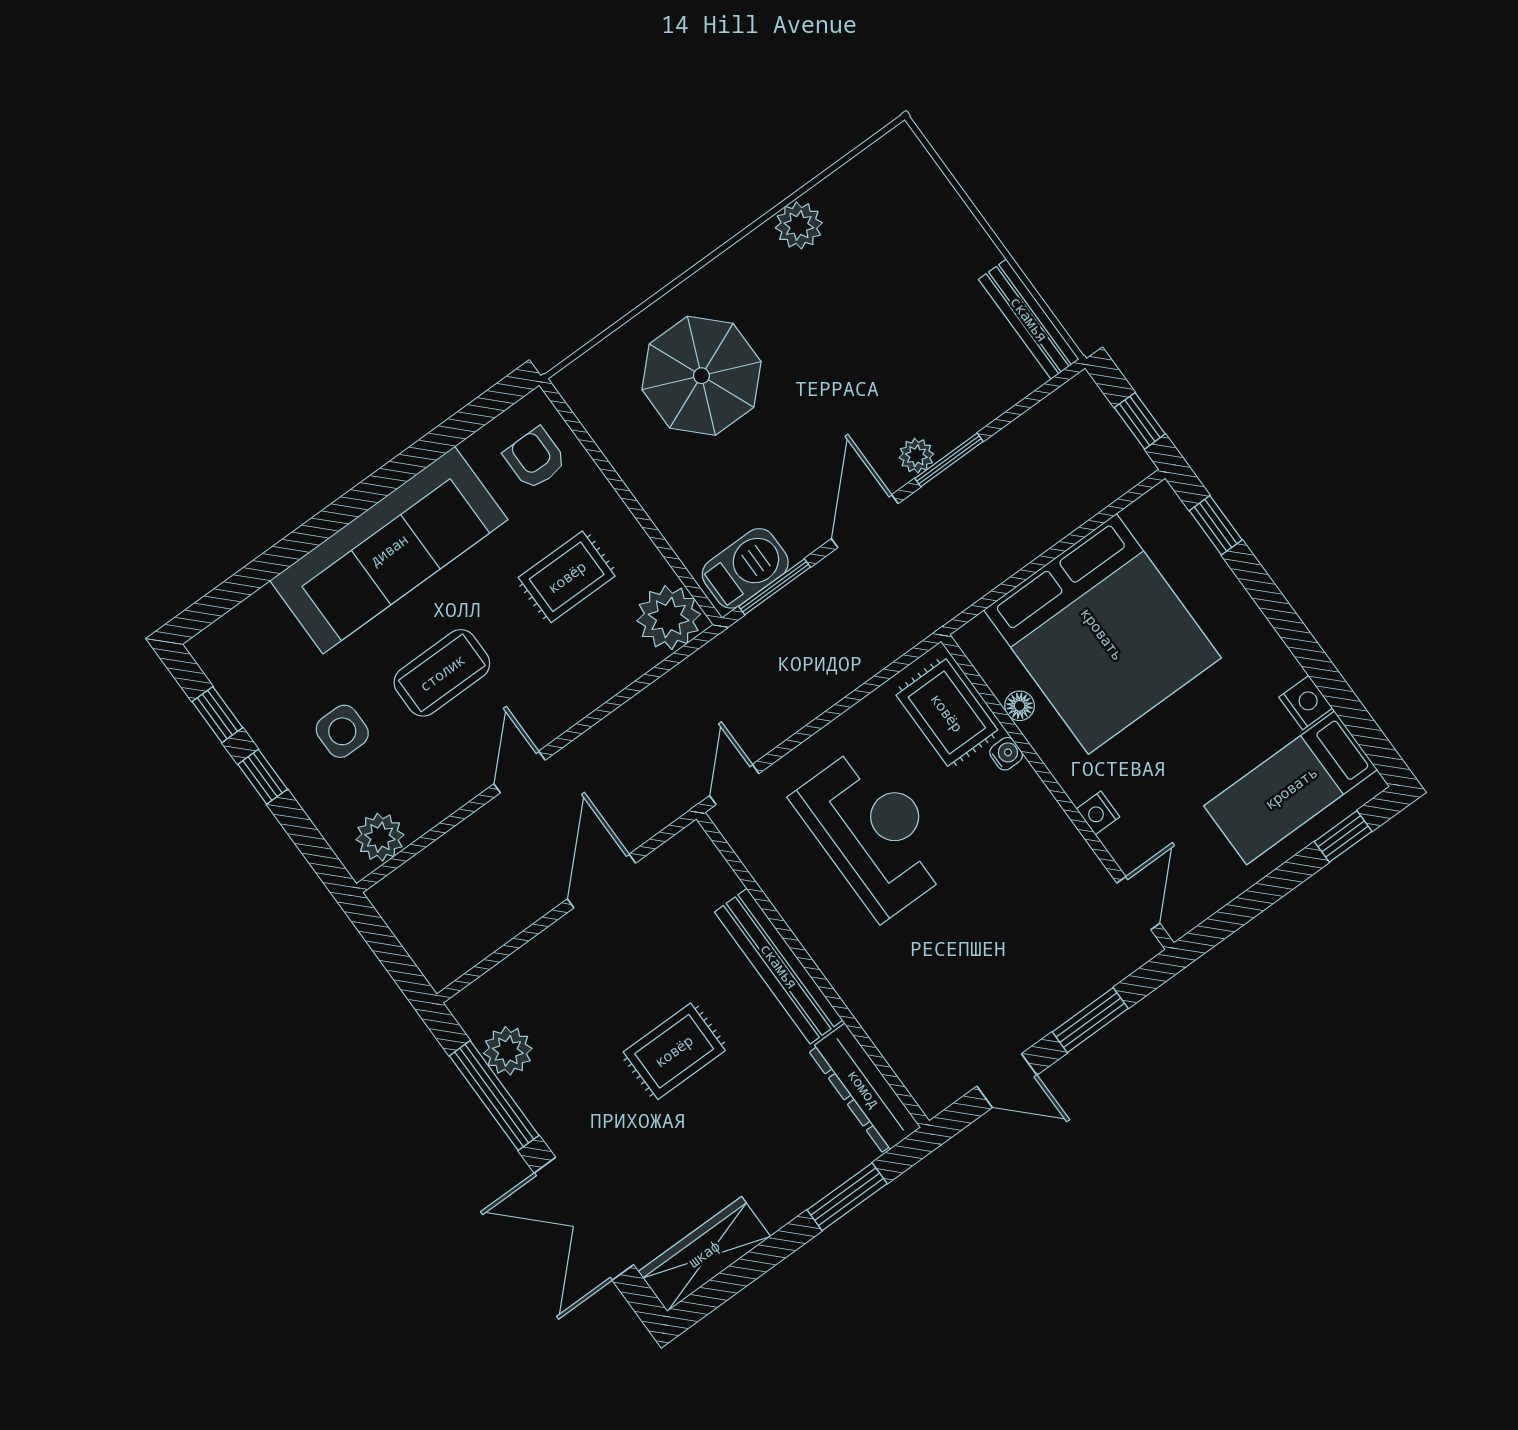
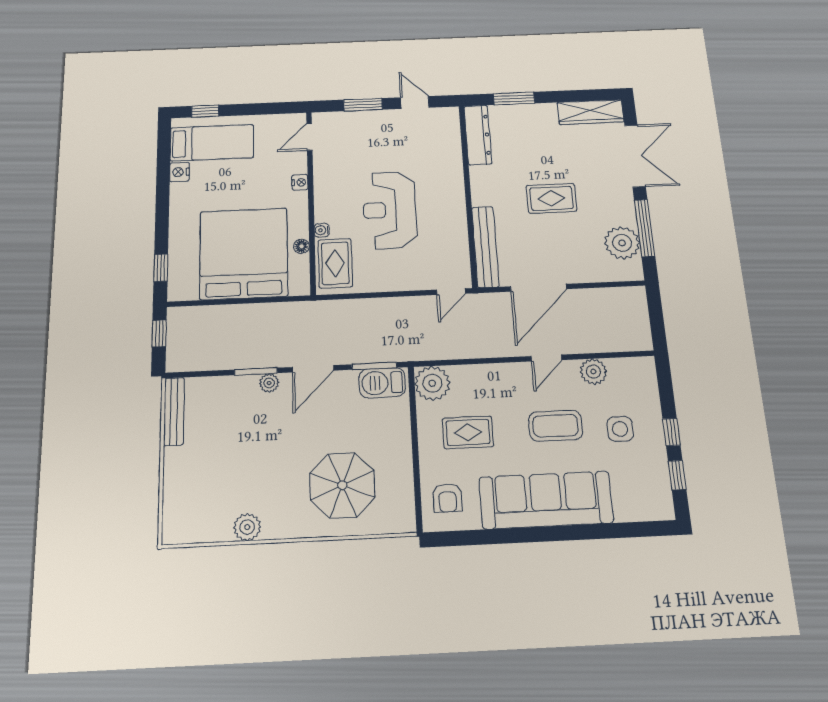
reception desk: (874, 832) -> (390, 210), moved
plant: (380, 837) -> (593, 372), moved
door: (602, 881) -> (539, 288), width x1.36
bench: (779, 966) -> (485, 247), moved
plant: (508, 1051) -> (622, 243), width x1.36, depth x1.36

